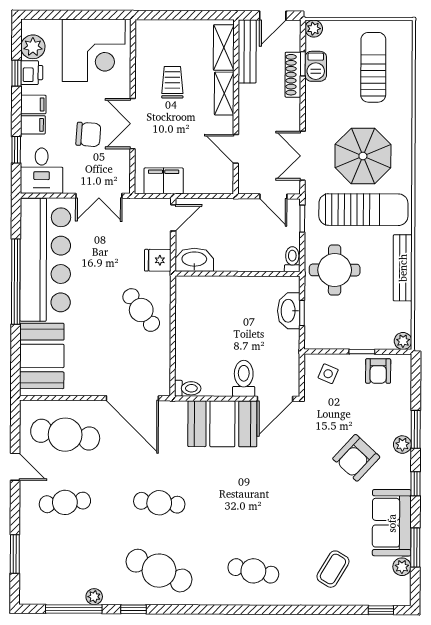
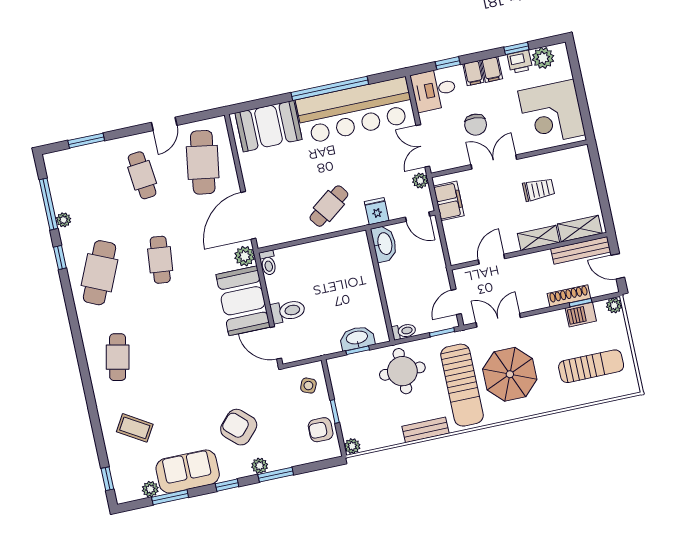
plant: (135, 207) -> (420, 181), added
bench: (403, 268) -> (426, 430), width x0.73
plant: (175, 412) -> (245, 256), added

